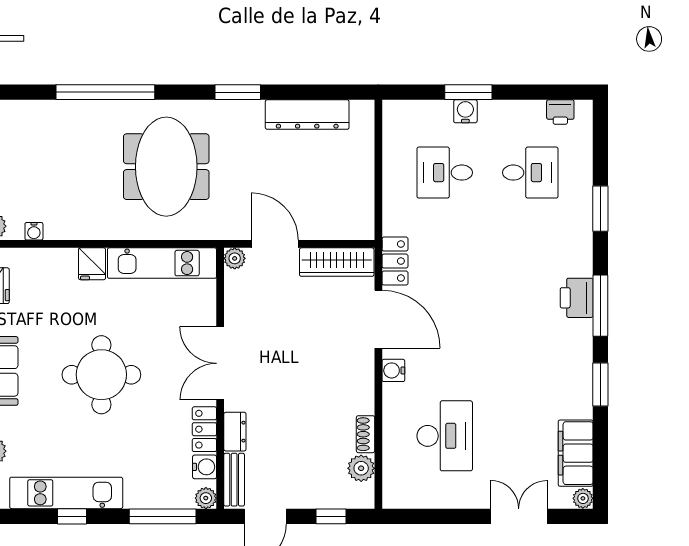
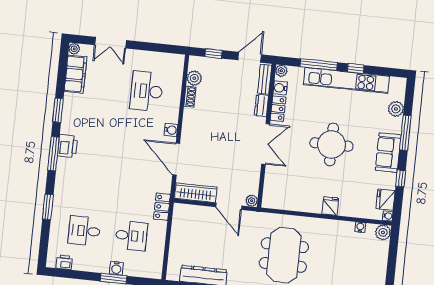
locker: (395, 261) -> (162, 207), moved
kitchen unit: (162, 263) -> (292, 202), removed
printer: (577, 298) -> (67, 146), moved
kitchen unit: (66, 493) -> (346, 80), width x1.36
window: (163, 516) -> (319, 65), moved

